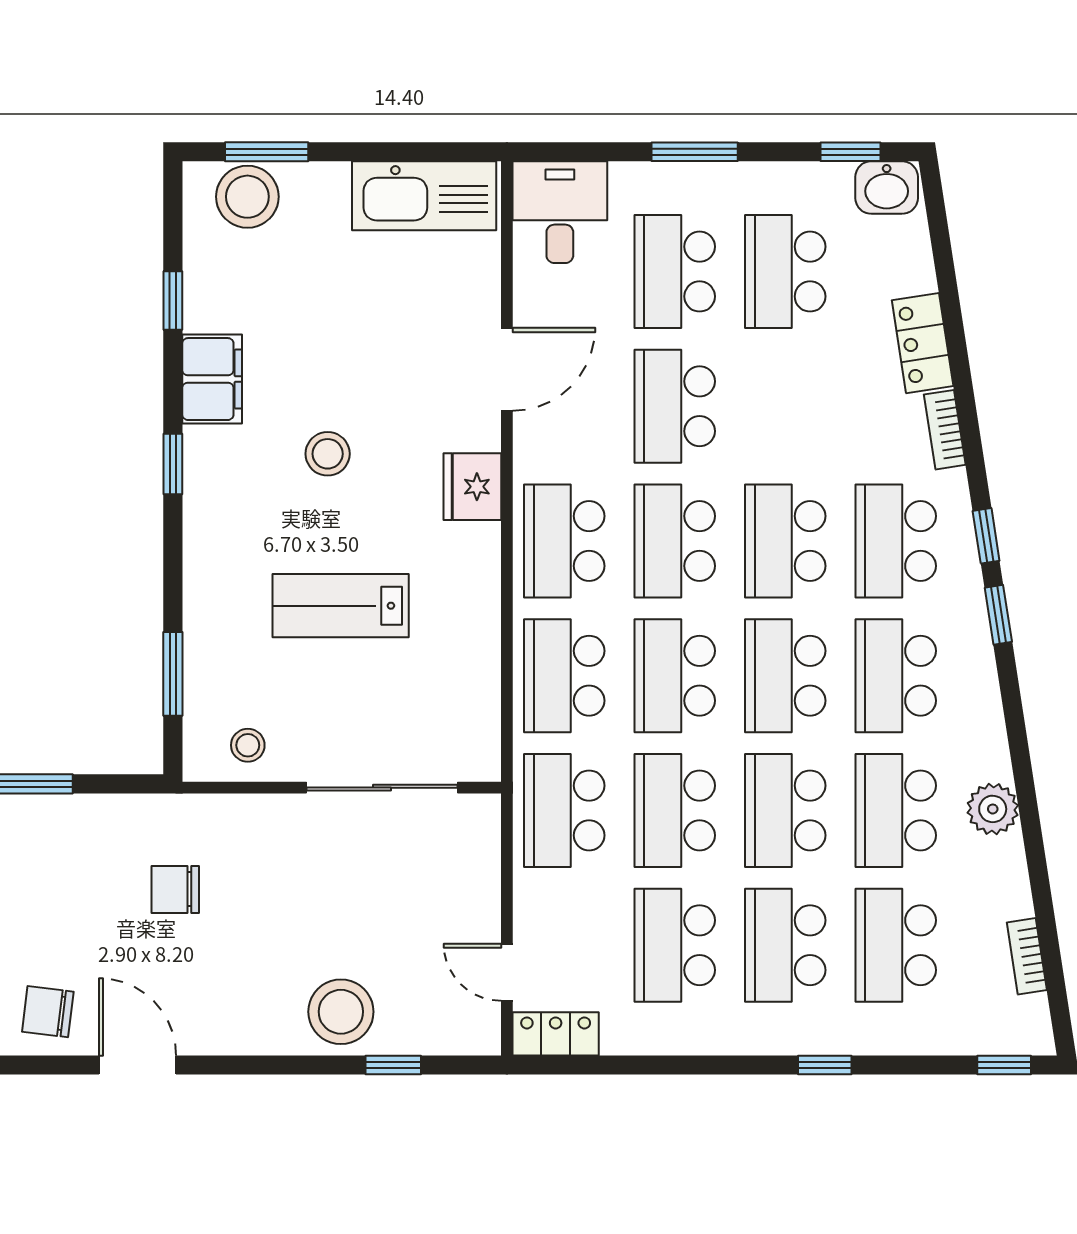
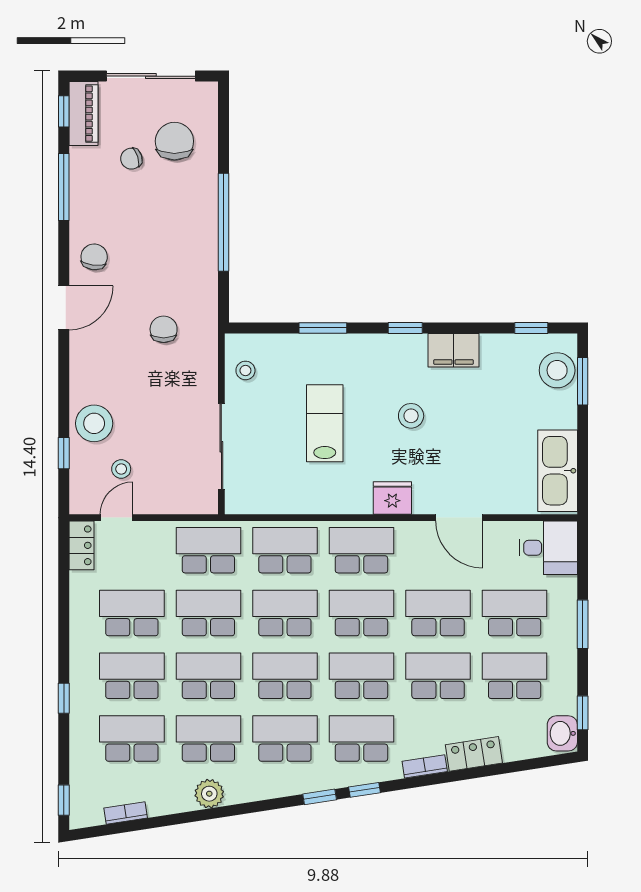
window: (173, 301) -> (531, 328), moved
school desk: (785, 406) -> (438, 676), added
window: (173, 674) -> (323, 328), moved
stool: (421, 964) -> (121, 469), added

